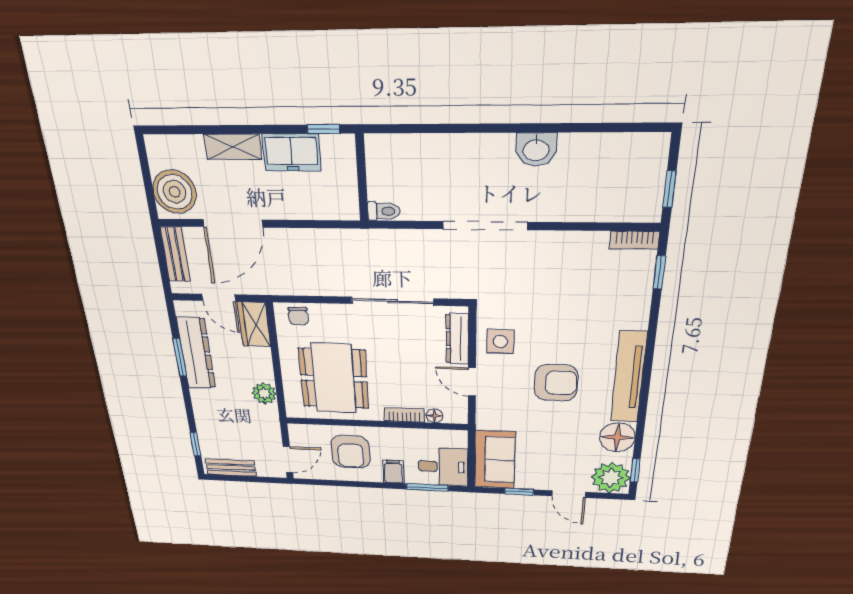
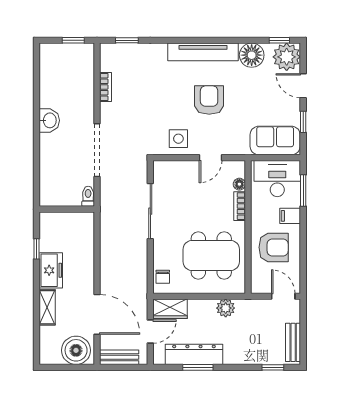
wall: (362, 178) -> (67, 209), moved
toilet: (384, 211) -> (88, 196), moved
bookcase: (634, 240) -> (106, 87), moved
chair: (298, 316) -> (163, 277), turned 90
dresser: (457, 339) -> (177, 168), removed
desk: (443, 467) -> (277, 179), width x1.37
door: (569, 494) -> (303, 86), swing flipped

